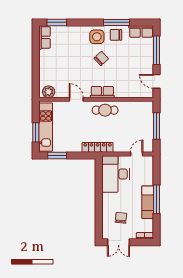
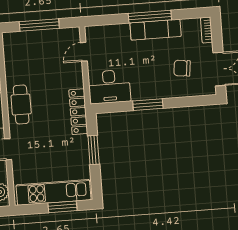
door: (137, 154) -> (84, 52), hinge flipped
window: (57, 156) -> (94, 150), moved
desk: (116, 174) -> (109, 87), width x0.73, depth x0.77
window: (99, 193) -> (148, 105), added

